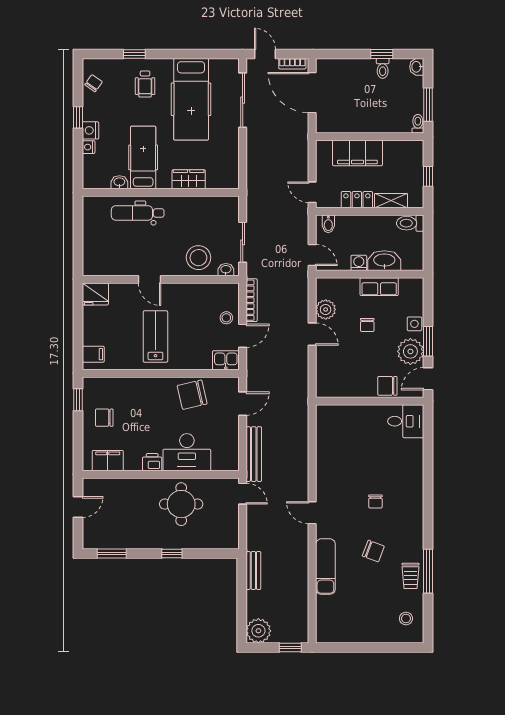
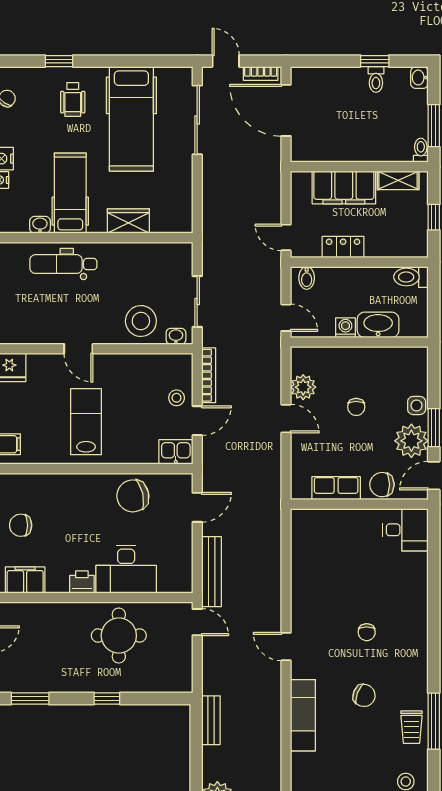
shelving: (391, 201) -> (398, 180), moved
row of seats: (379, 287) -> (336, 488), moved, turned 180

